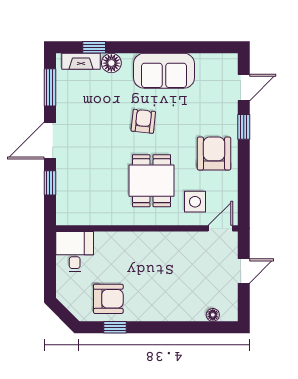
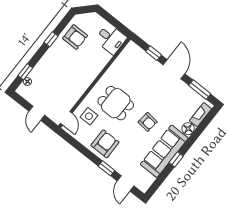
window: (94, 47) -> (176, 159), moved
sofa: (164, 71) -> (164, 151), width x1.36
armchair: (214, 154) -> (105, 144), turned -90
armchair: (108, 299) -> (75, 37), turned -90
window: (115, 327) -> (51, 39), moved
window: (202, 327) -> (25, 72), added

